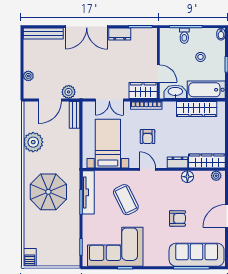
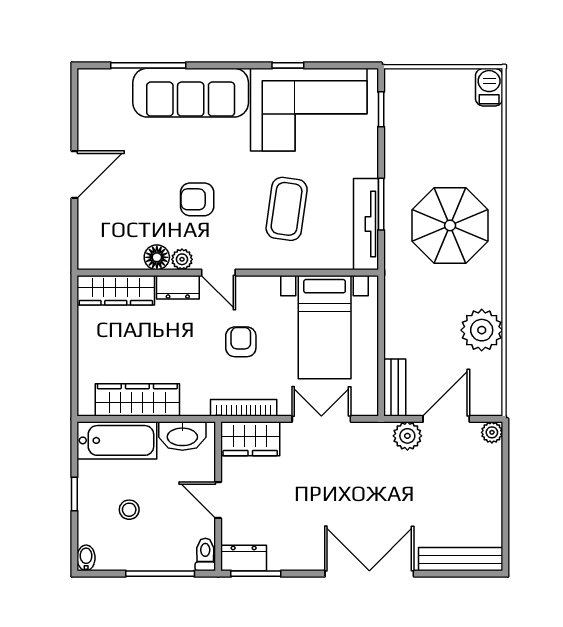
dresser: (120, 34) -> (244, 558), moved
toilet: (184, 36) -> (205, 555), moved
door: (158, 73) -> (218, 500), moved
plant: (28, 76) -> (492, 432), moved
door: (148, 169) -> (218, 273), moved
plant: (216, 176) -> (182, 259), moved
coffee table: (126, 200) -> (287, 209), turned 34
armchair: (177, 218) -> (197, 199), moved
sofa: (197, 255) -> (191, 93), moved

